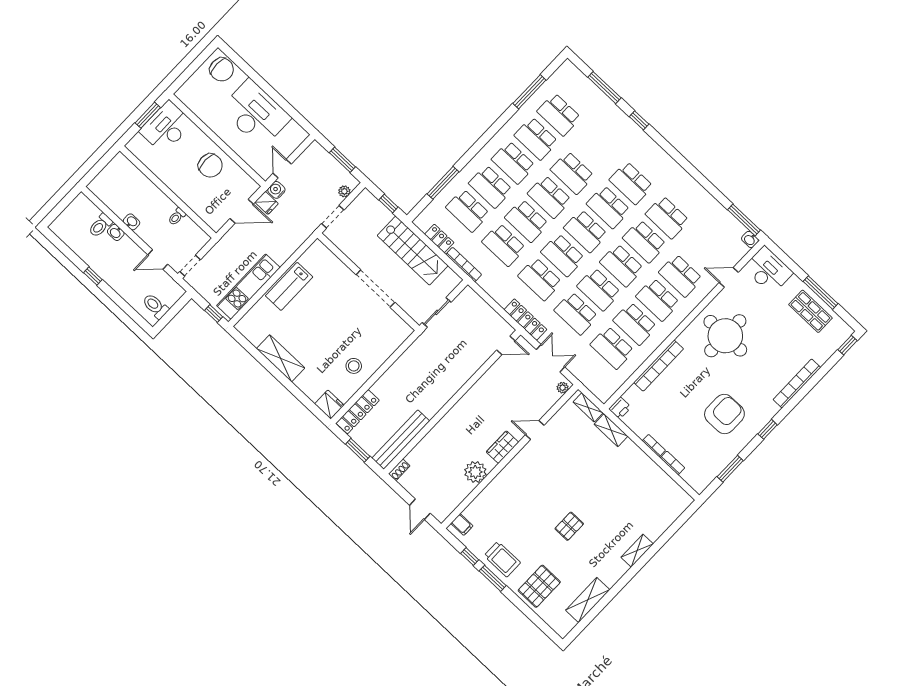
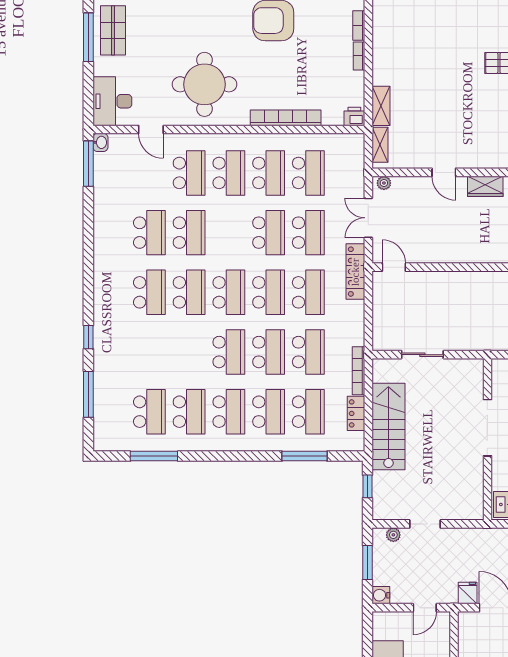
school desk: (572, 173) -> (189, 352), removed
water cooler: (276, 190) -> (381, 595), moved, turned 90
school desk: (622, 265) -> (229, 233), removed
wall: (368, 282) -> (487, 439), moved
doorway: (375, 288) -> (487, 428), moved

